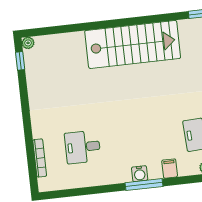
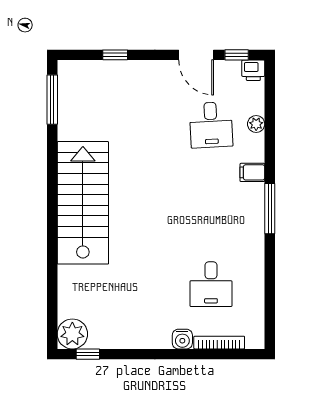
plant: (28, 43) -> (72, 334), width x1.88, depth x1.88
water cooler: (140, 174) -> (182, 339), moved, turned 90

